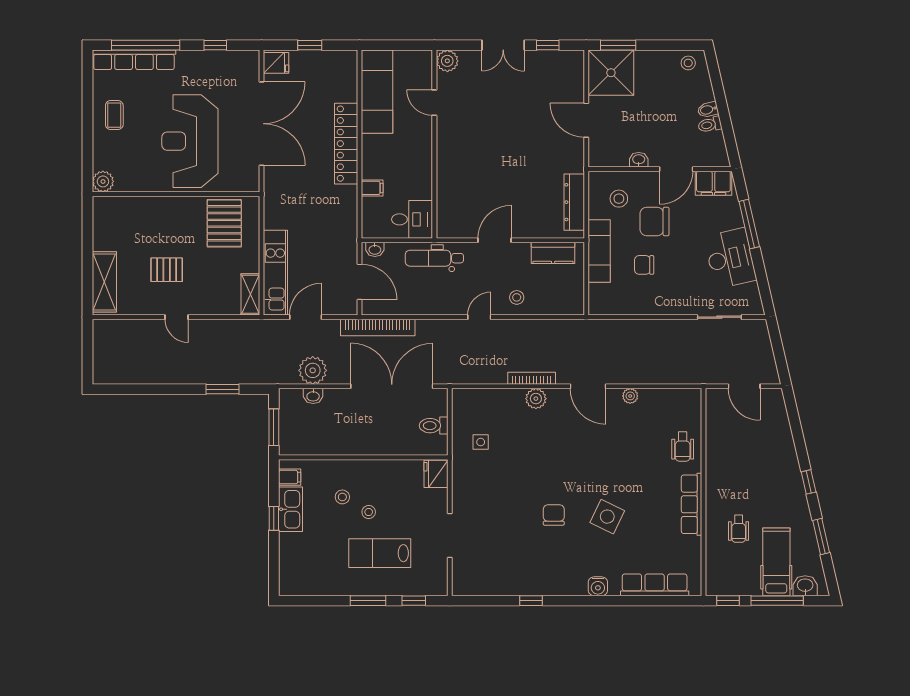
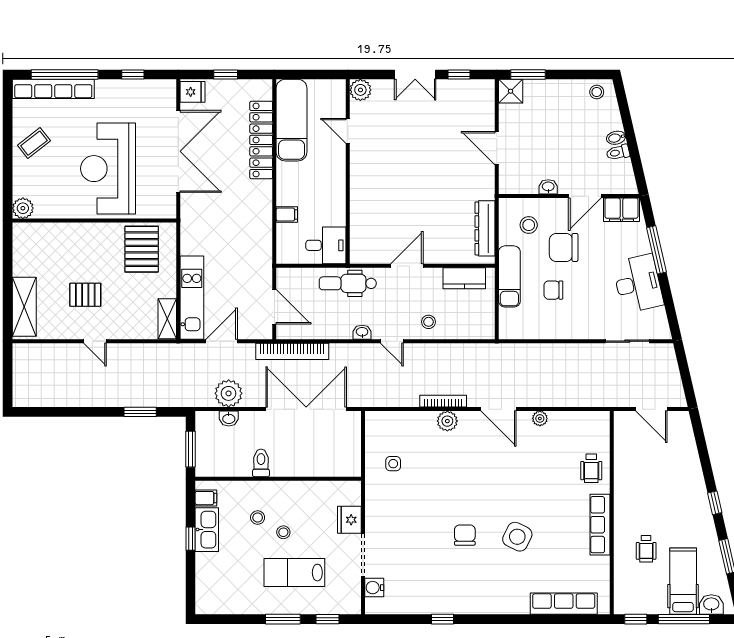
shower: (611, 73) -> (511, 91), width x0.54, depth x0.54
coffee table: (114, 115) -> (34, 143), turned 52
locker: (346, 144) -> (261, 140), moved
washbasin: (375, 249) -> (362, 332), moved, turned 180
door: (479, 317) -> (392, 341), swing flipped
toilet: (434, 426) -> (261, 463), moved, turned 90
fridge: (436, 474) -> (349, 520), moved
water cooler: (598, 586) -> (374, 588), moved, turned 90

